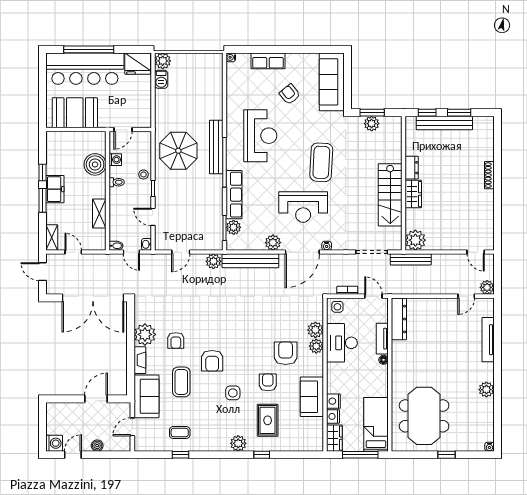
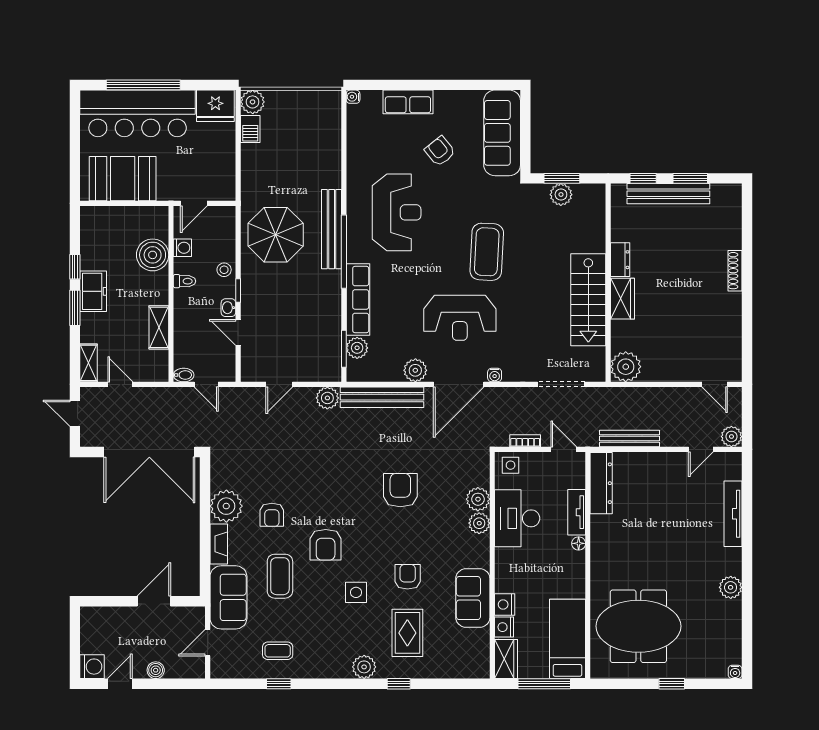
washbasin: (146, 244) -> (228, 308), moved
bench: (411, 259) -> (630, 439), moved
armchair: (286, 353) -> (400, 490), moved
meeting table: (424, 416) -> (638, 626), turned 90

